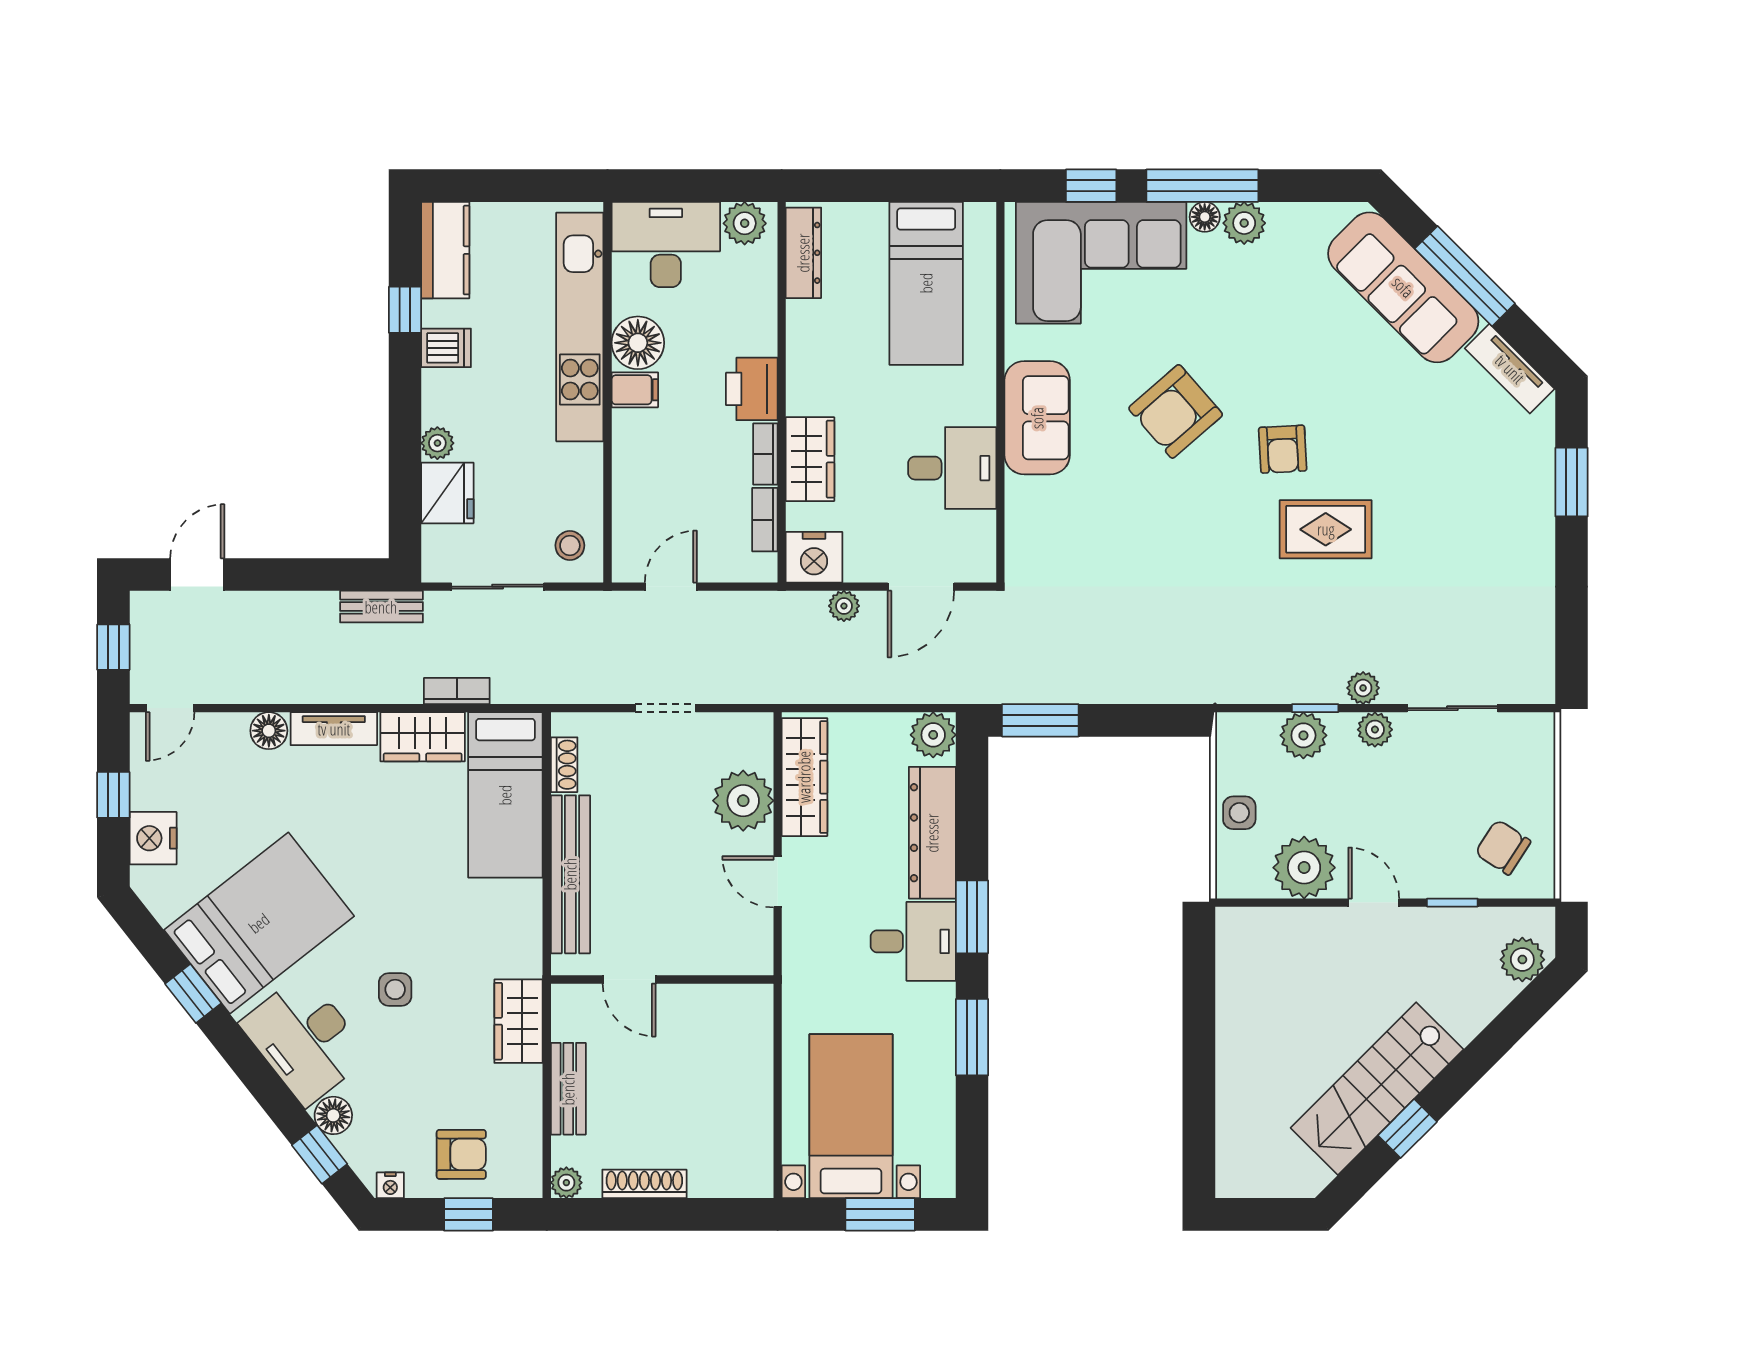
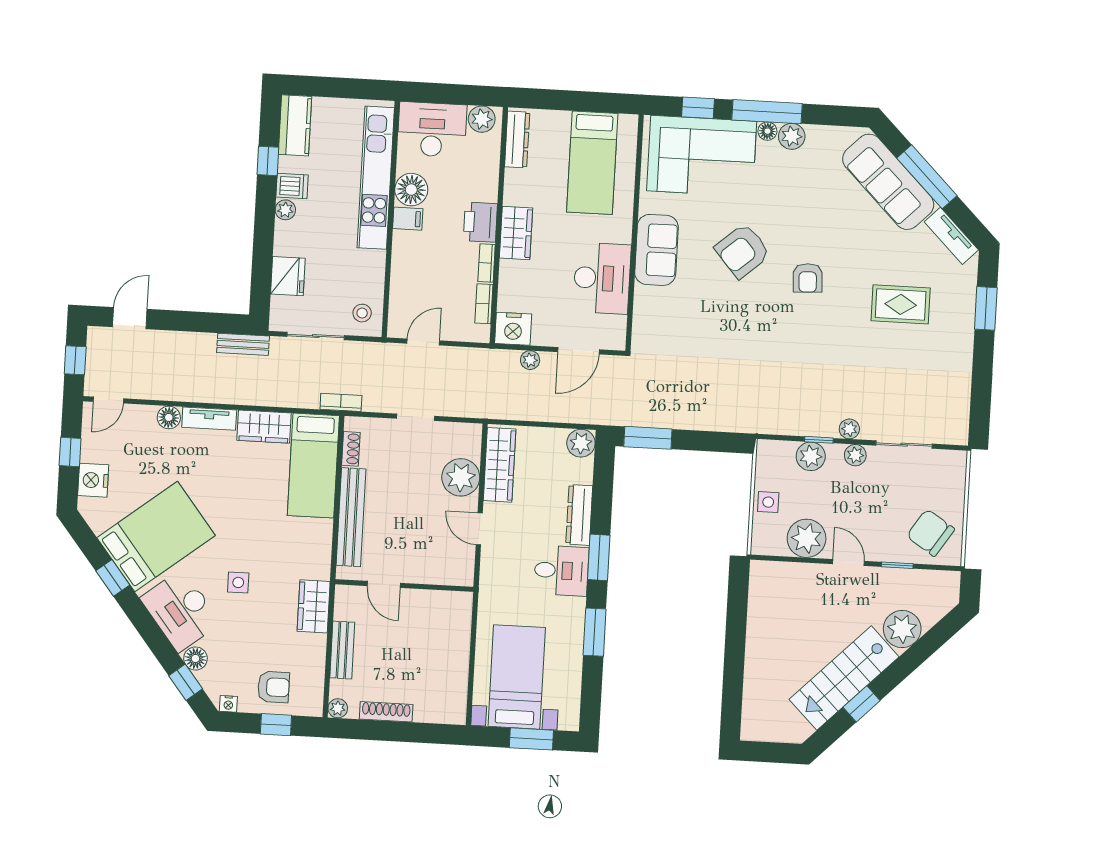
plant: (437, 443) -> (285, 210), moved
wardrobe: (810, 459) -> (516, 233), moved
desk: (952, 468) -> (602, 278), width x1.37
rug: (1326, 529) -> (901, 304), moved
bookcase: (457, 691) -> (341, 402), moved
dresser: (932, 833) -> (579, 515), width x0.73, depth x0.80
chair: (1503, 847) -> (931, 533), width x1.37, depth x1.37
plant: (1522, 960) -> (902, 629), moved, width x1.36, depth x1.36

